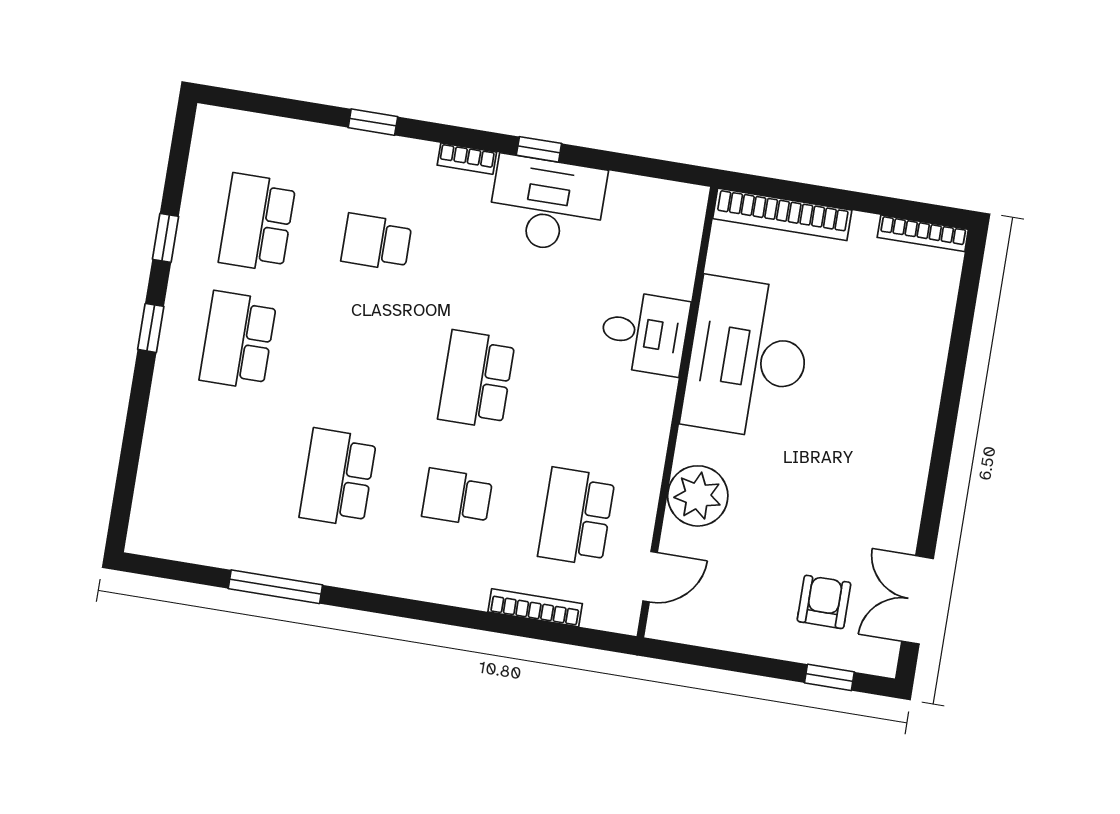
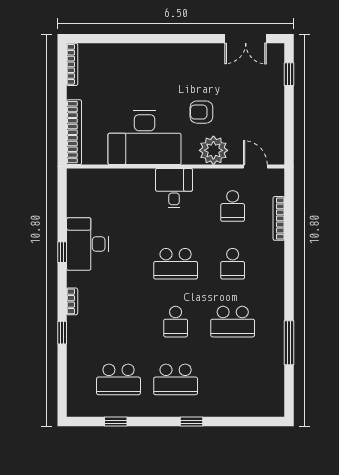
bookcase: (467, 159) -> (72, 301), moved
window: (166, 238) -> (116, 422), moved
school desk: (377, 242) -> (176, 322), moved
window: (151, 328) -> (191, 422), moved
desk: (644, 333) -> (174, 188), moved
school desk: (577, 517) -> (233, 206), width x0.54
armchair: (824, 602) -> (201, 112), moved

